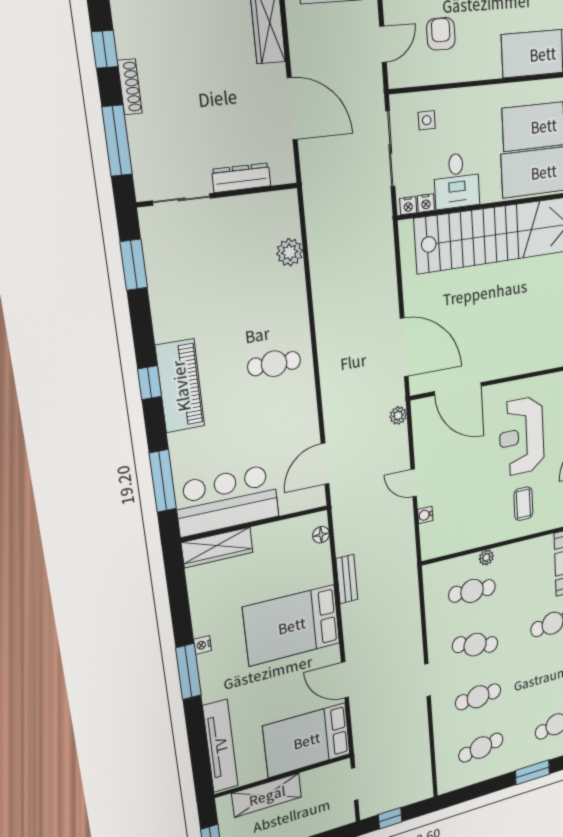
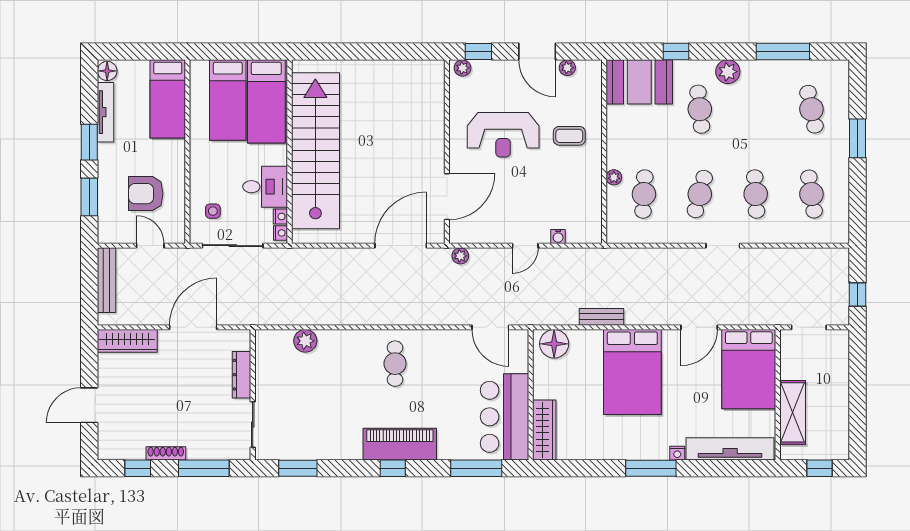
armchair: (441, 34) -> (146, 194), width x1.38, depth x1.38
floor lamp: (321, 535) -> (554, 344), width x1.89, depth x1.89
nightstand: (203, 645) -> (677, 453), moved

